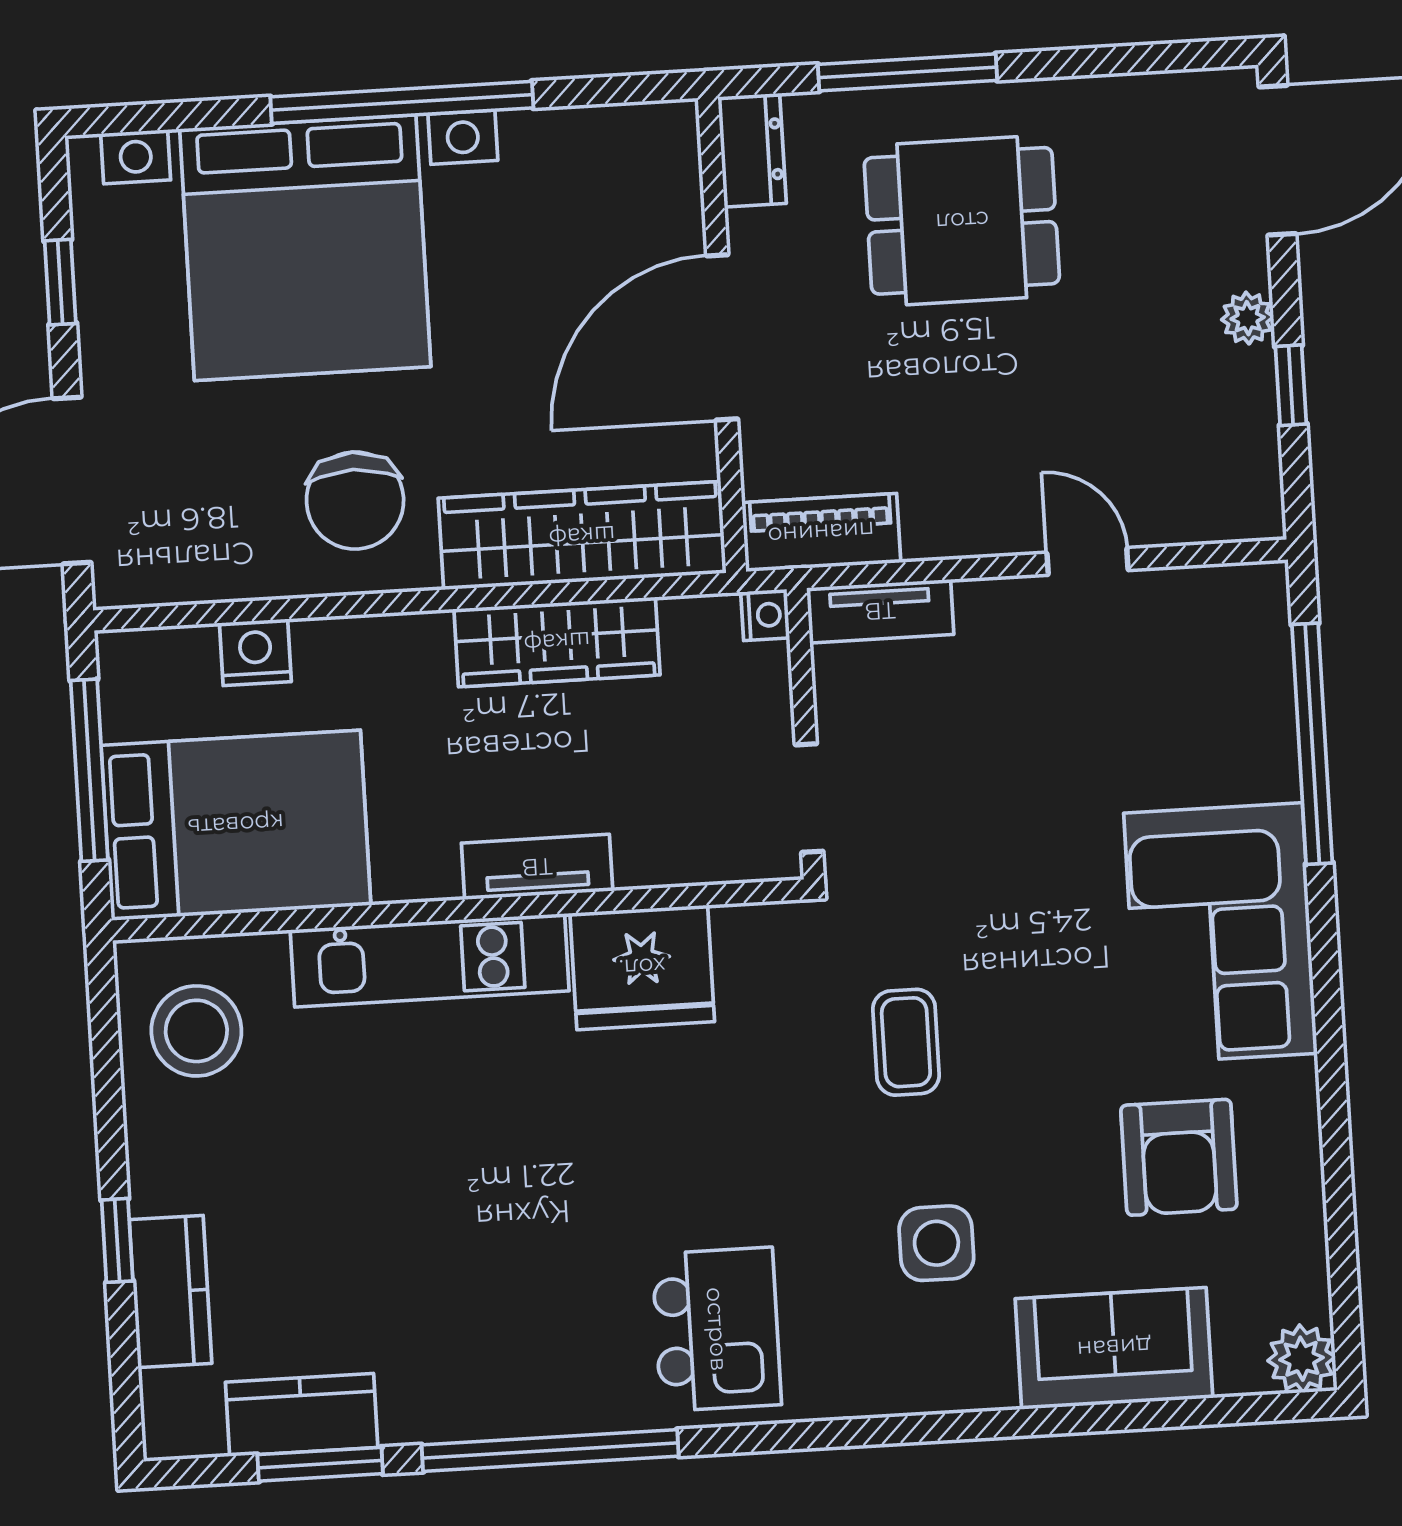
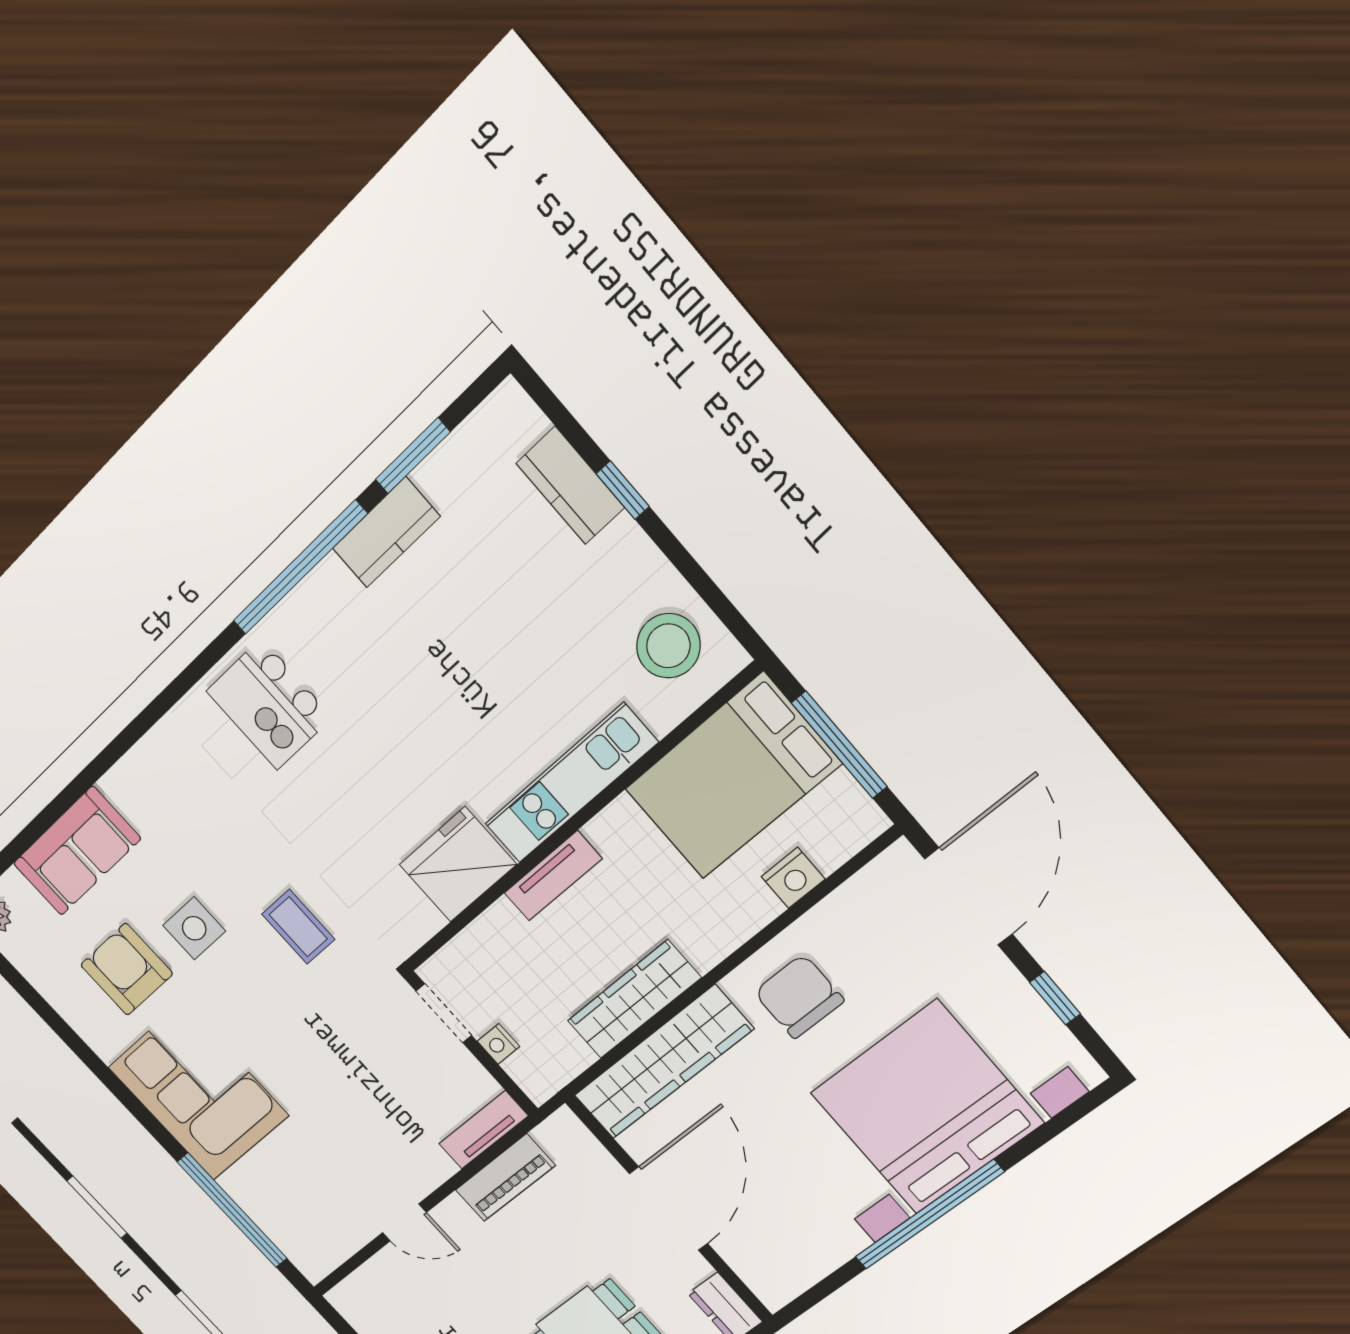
piano: (821, 533) -> (505, 1178), moved
nightstand: (765, 615) -> (499, 1044), moved
side table: (936, 1243) -> (194, 928), moved
kitchen counter: (302, 1415) -> (386, 532), moved

